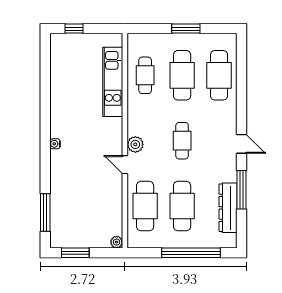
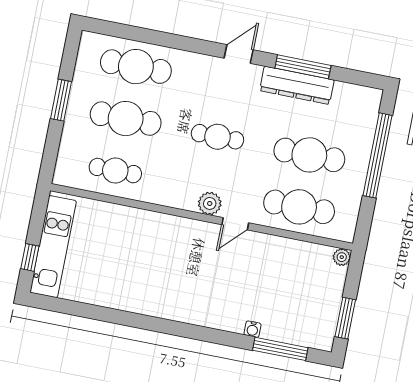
kitchen unit: (113, 82) -> (53, 247), moved, turned -90
water cooler: (55, 144) -> (253, 329), moved
dresser: (228, 208) -> (297, 85), moved

